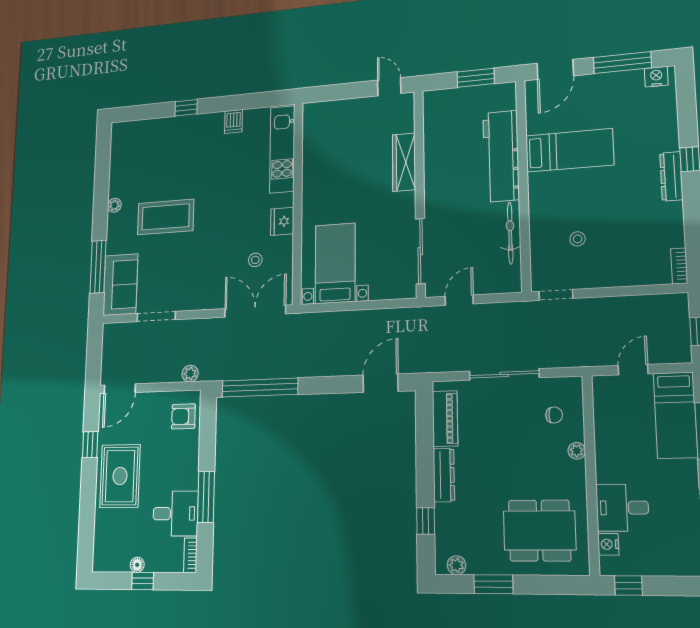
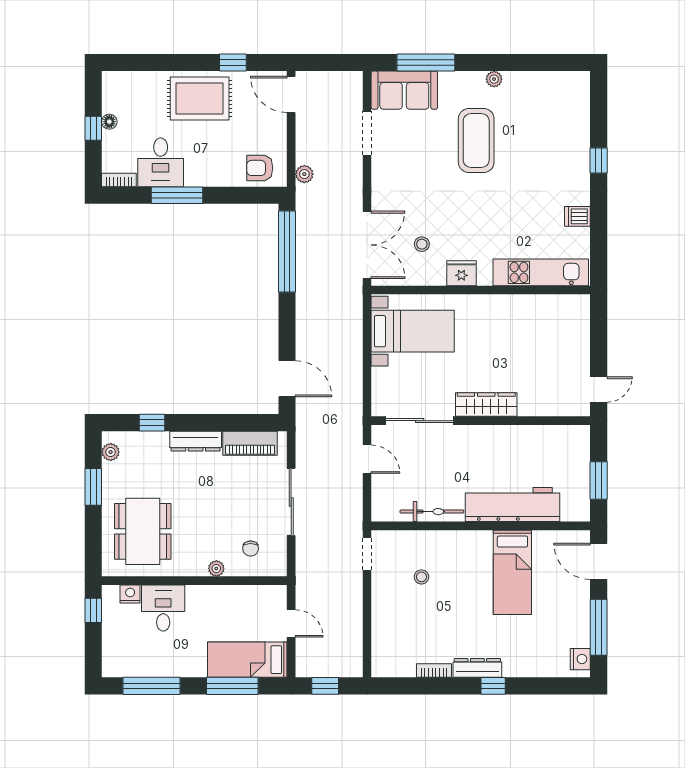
wardrobe: (404, 162) -> (486, 405), moved
bookcase: (679, 266) -> (434, 671), moved
armchair: (183, 416) -> (260, 168), turned -90

